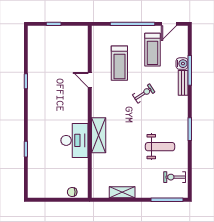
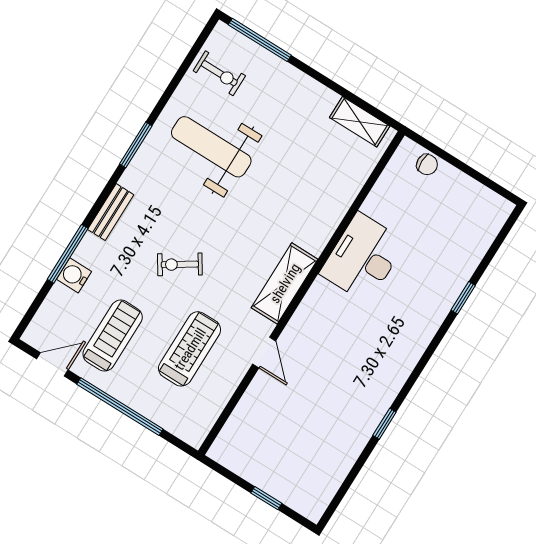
bench: (183, 83) -> (111, 212), moved
shelving: (99, 135) -> (285, 283), moved
weight bench: (160, 147) -> (211, 147), width x1.36, depth x1.33
shelving: (122, 192) -> (360, 122), moved

